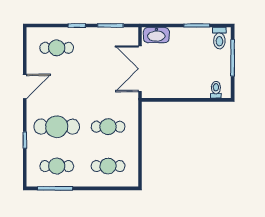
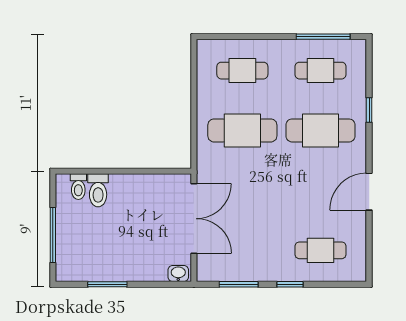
washbasin: (156, 35) -> (178, 274), width x0.52, depth x0.69
toilet: (219, 38) -> (98, 190), moved, turned 180
cafe table: (108, 127) -> (242, 130), width x1.37, depth x1.35

